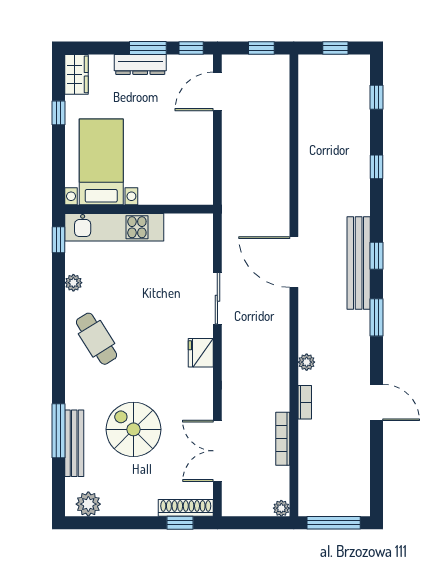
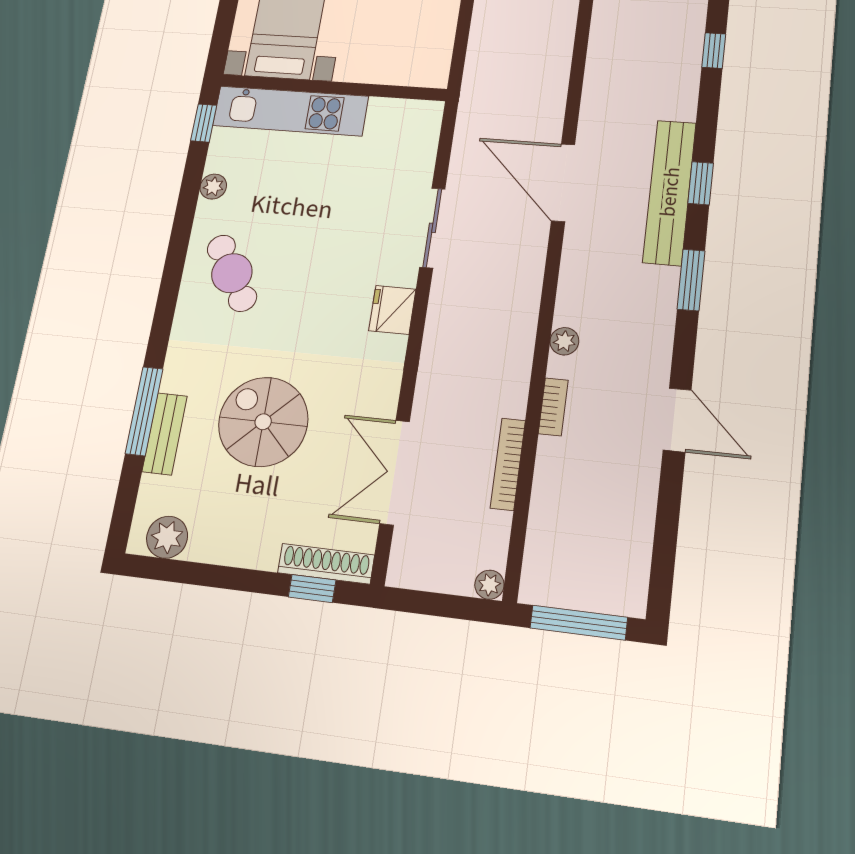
bench: (74, 443) -> (165, 434), width x0.73

